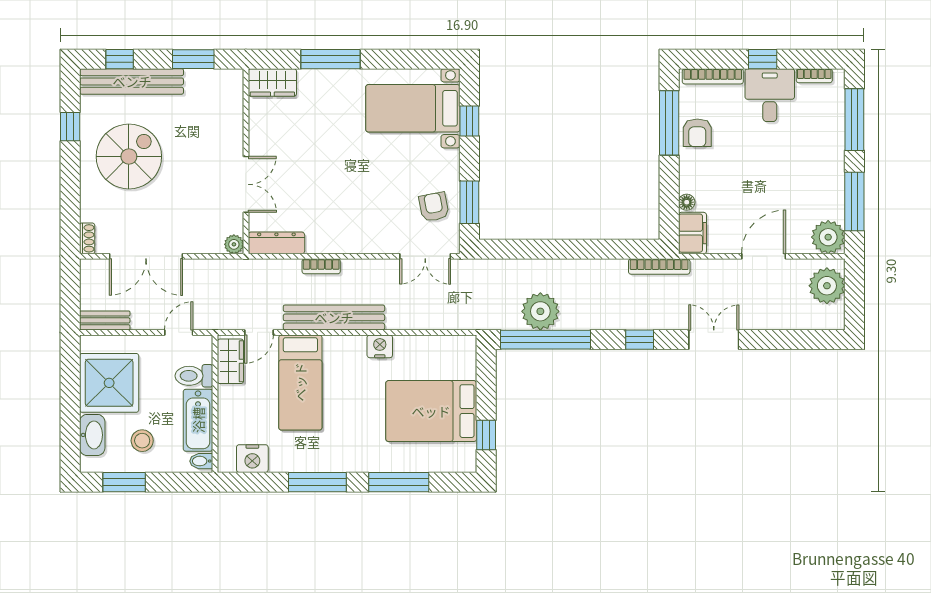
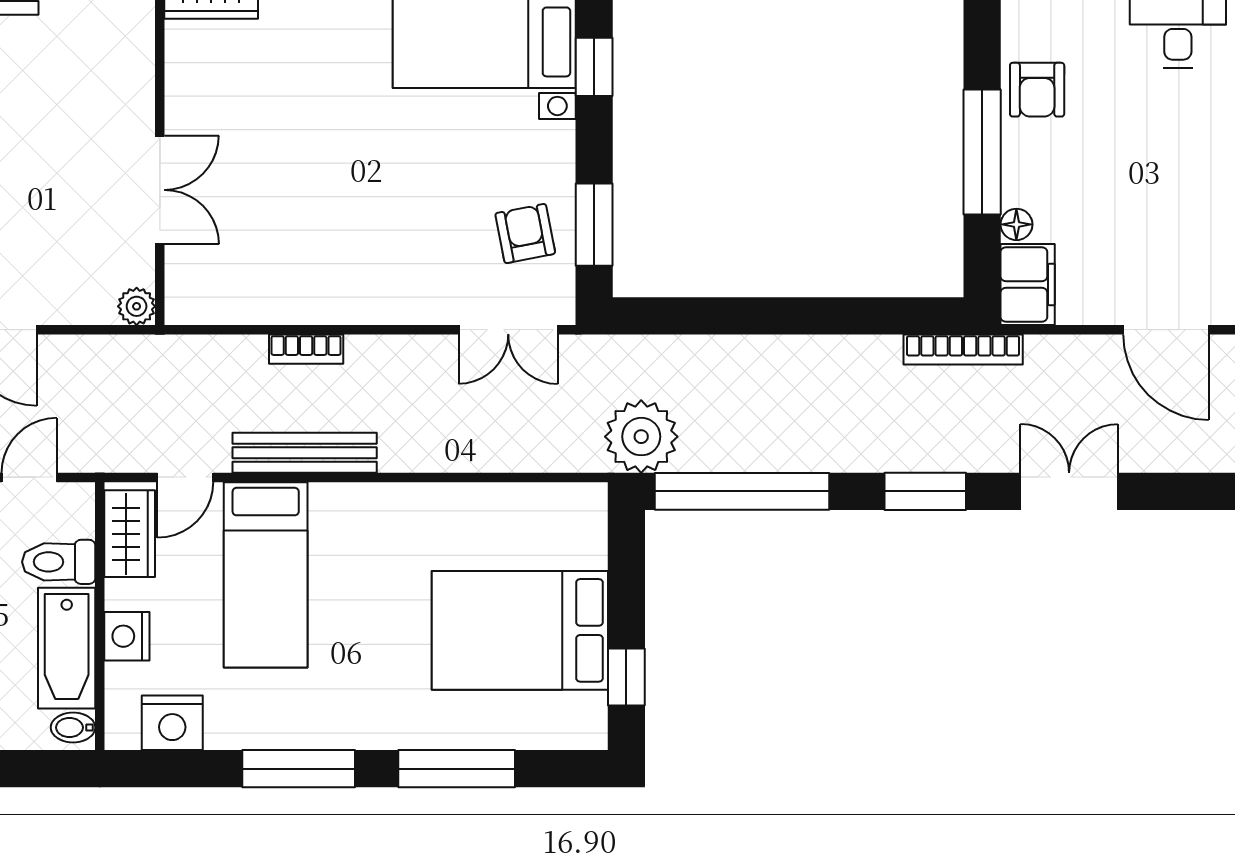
window: (669, 123) -> (982, 152), moved
dresser: (276, 243) -> (219, 304), removed
door: (764, 256) -> (1166, 330), swing flipped
plant: (540, 311) -> (641, 437), moved
bench: (334, 317) -> (305, 453), width x0.73, depth x0.82
window: (640, 340) -> (925, 491), width x1.50
nightstand: (380, 346) -> (127, 636), moved, turned -90

